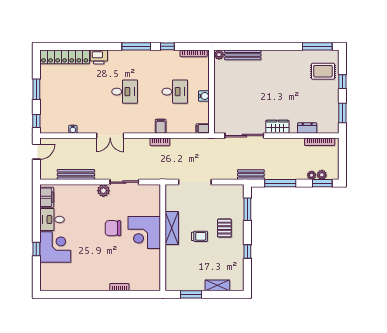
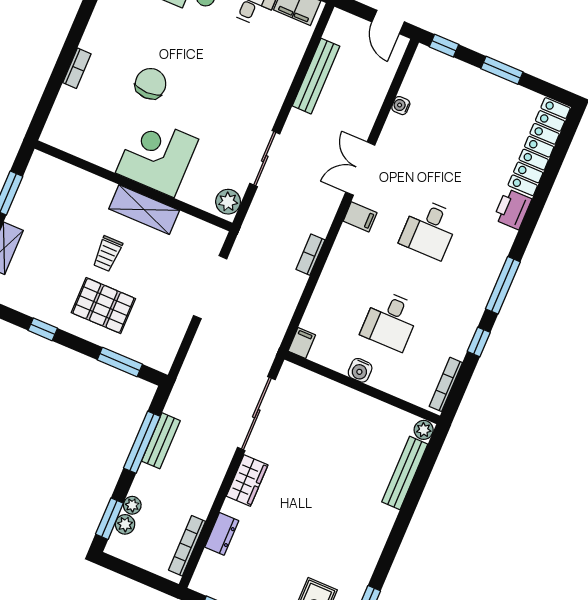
filing cabinet: (161, 126) -> (360, 217), moved
bench: (251, 175) -> (161, 441), moved
plant: (103, 191) -> (228, 202), moved
chair: (113, 228) -> (151, 84), moved
pallet: (224, 228) -> (103, 306), width x1.50, depth x1.42

